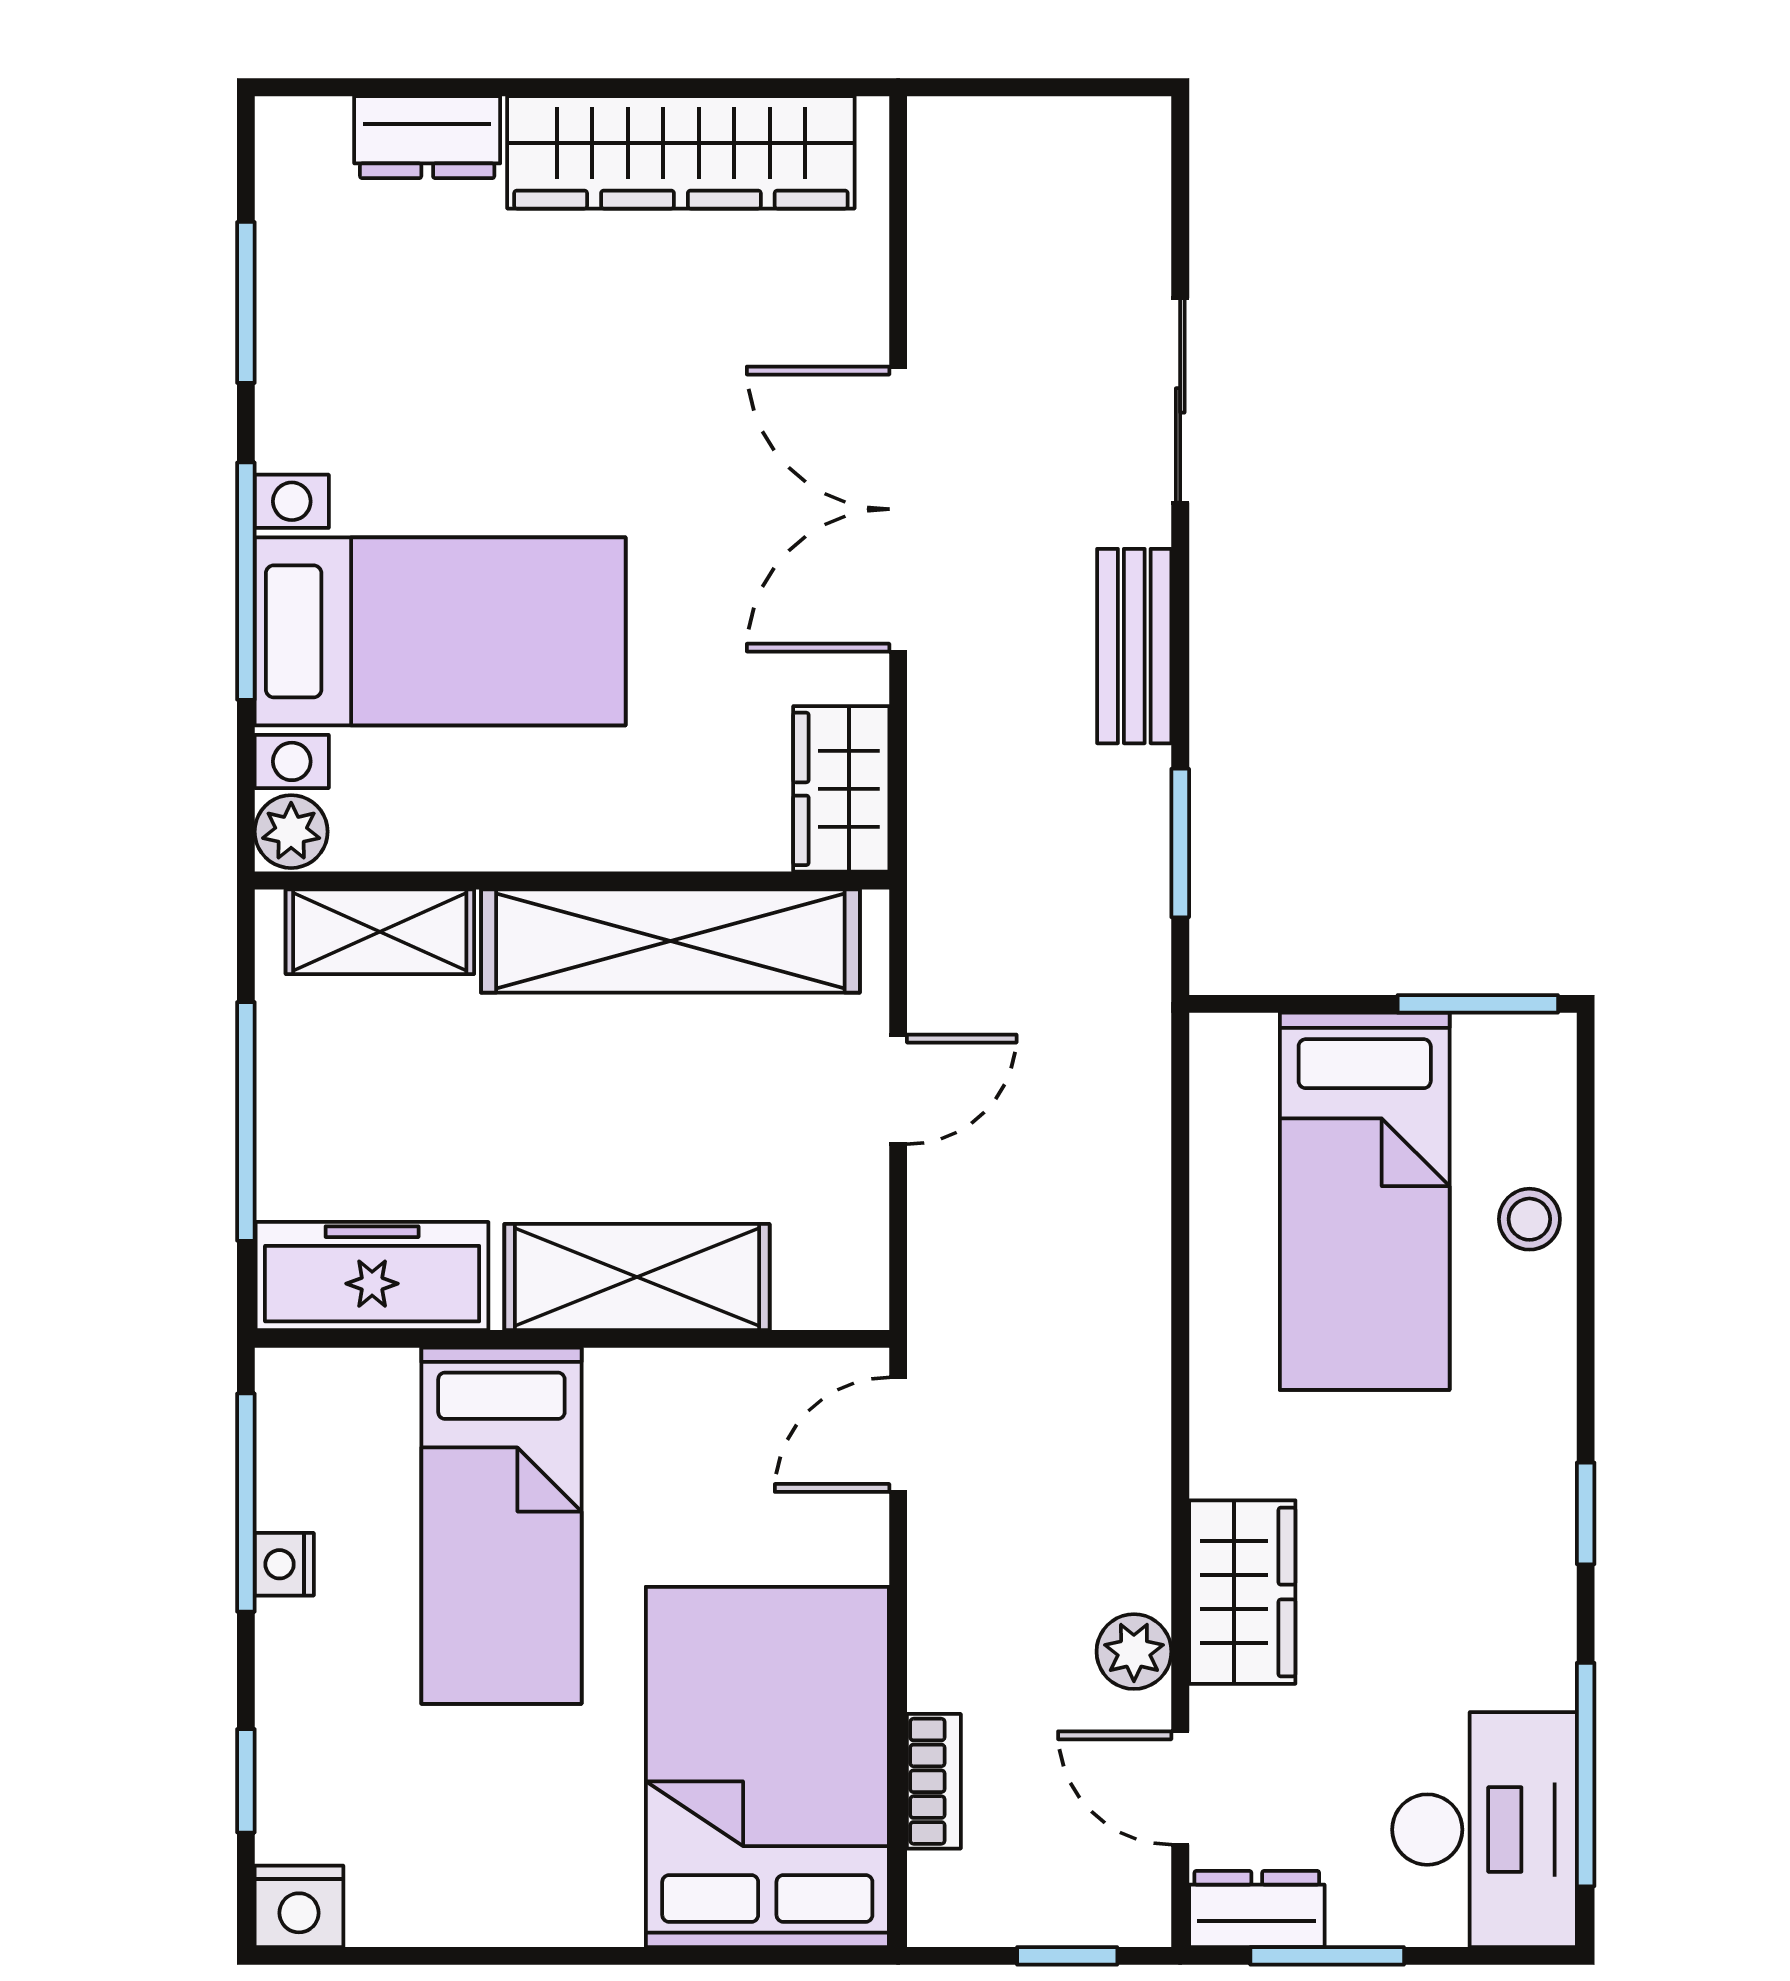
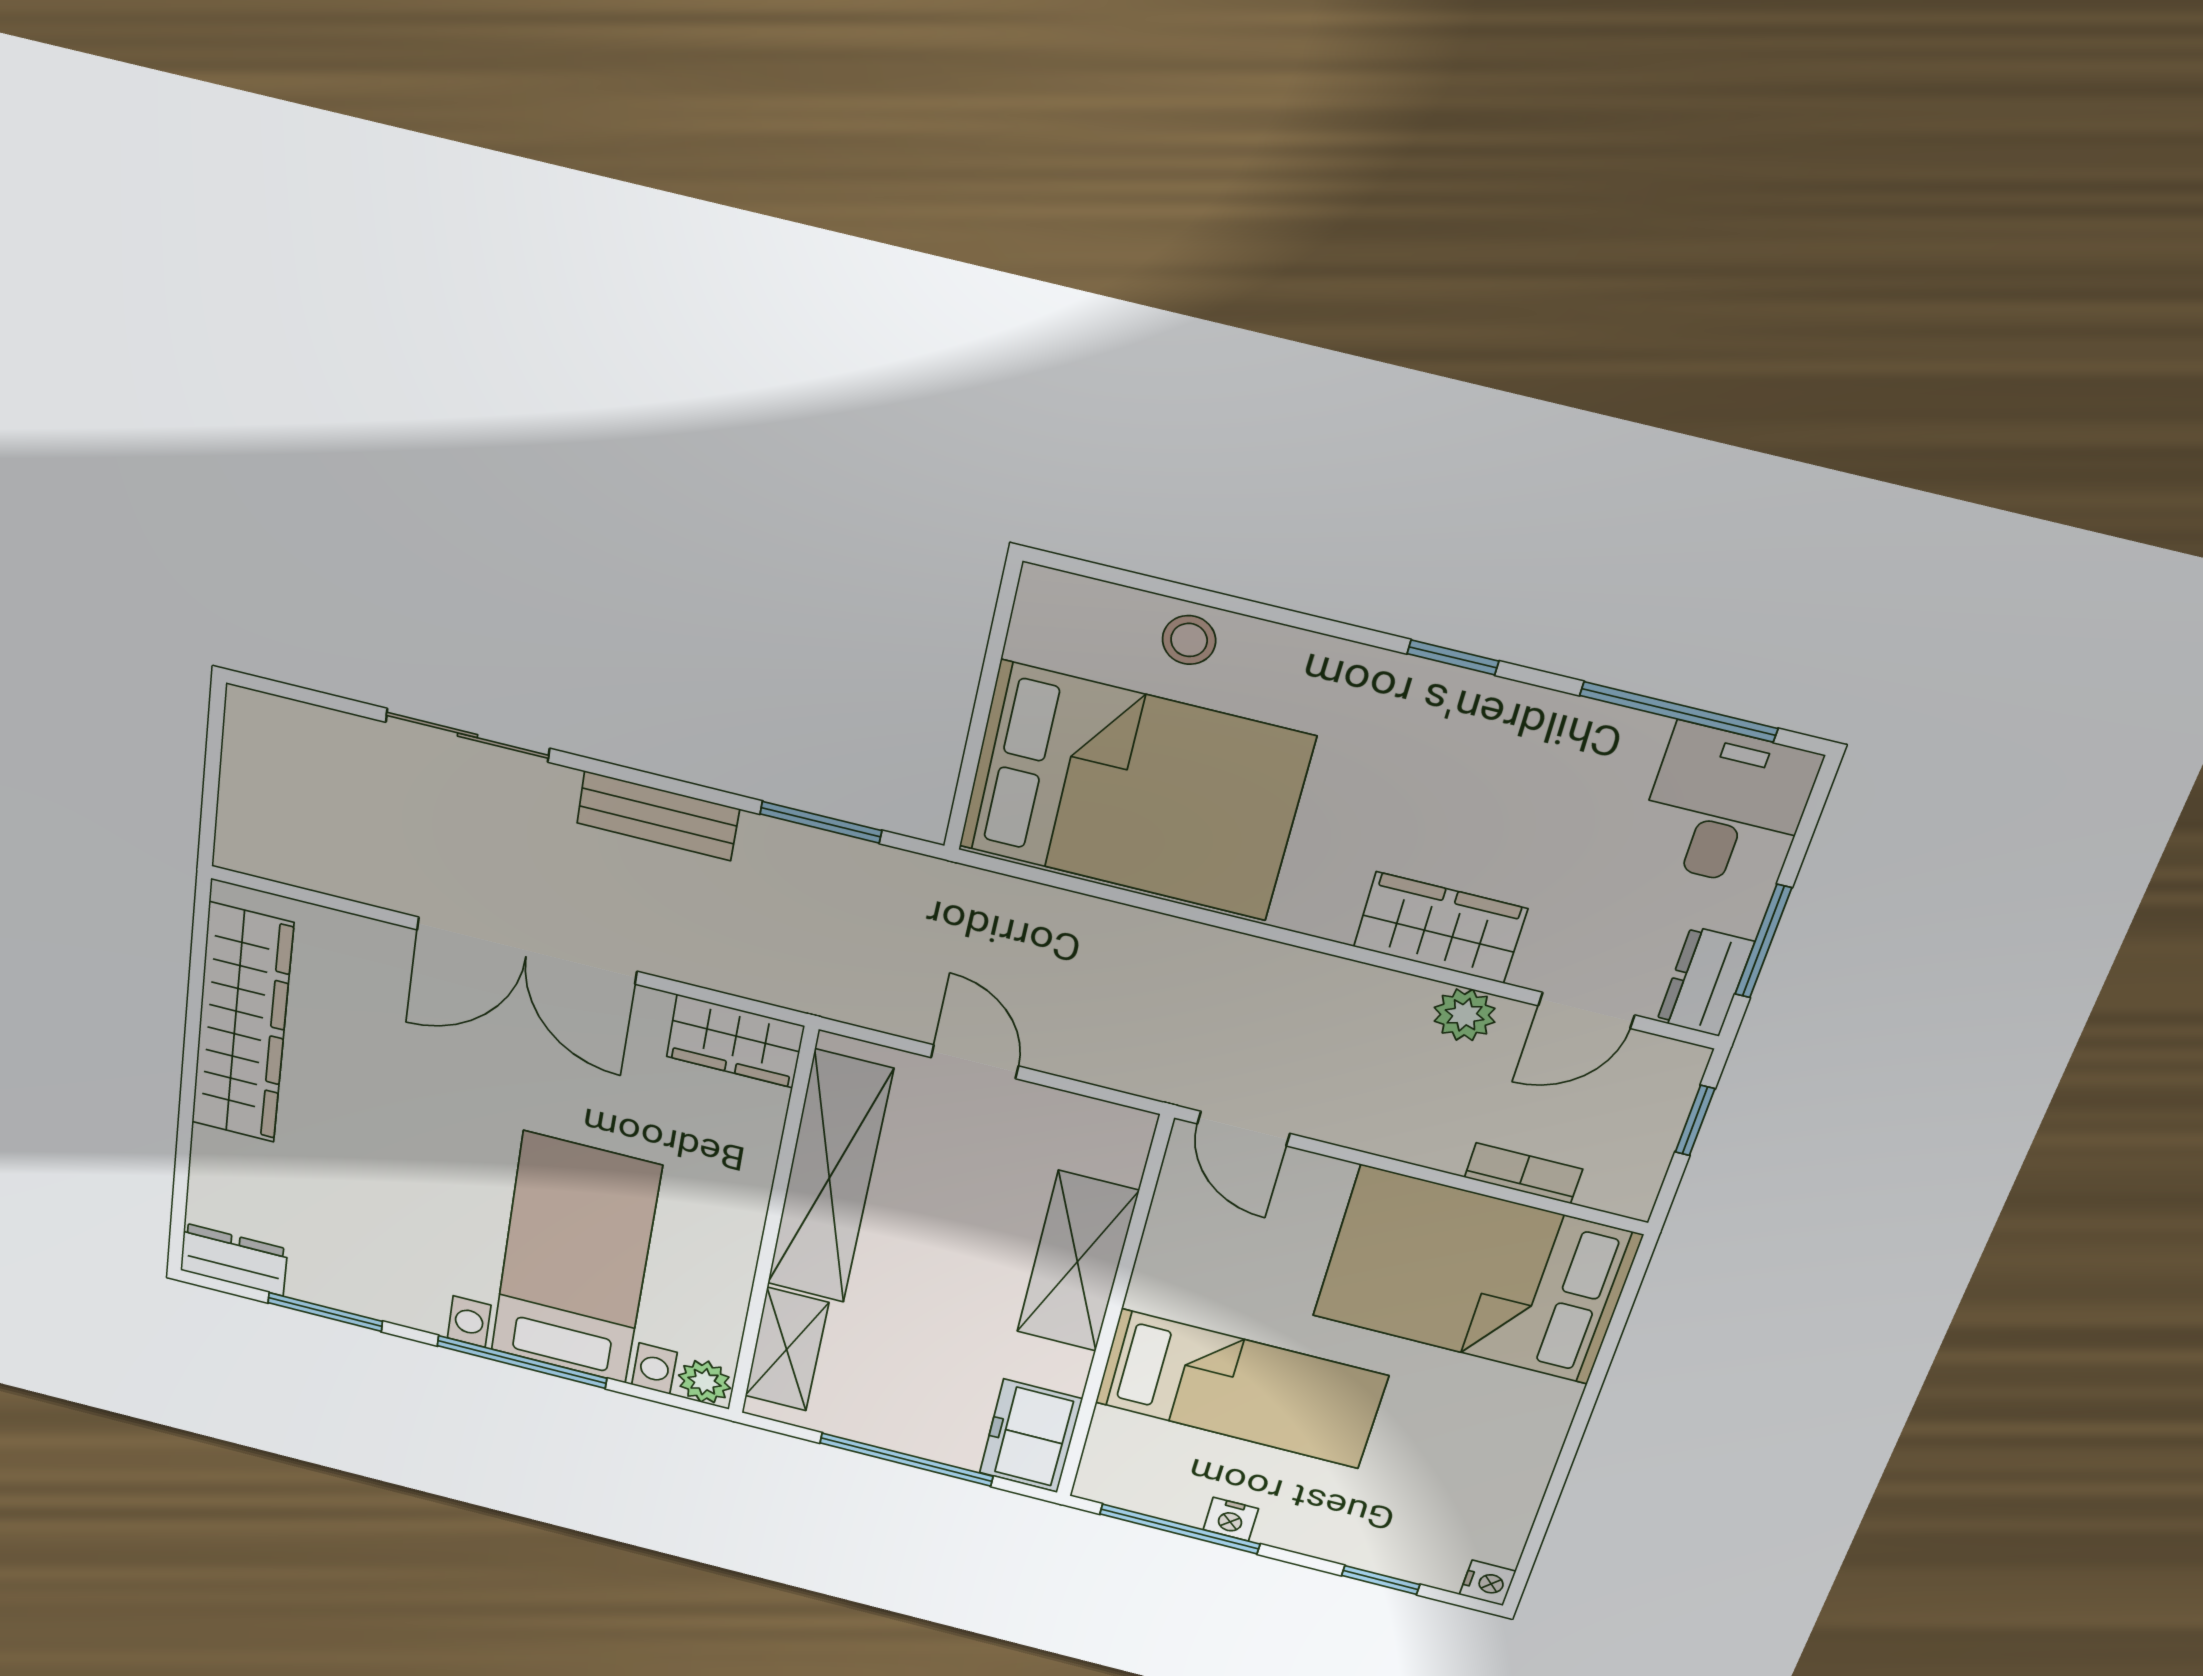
dresser: (427, 137) -> (234, 1260), moved, turned -90
window: (1478, 1004) -> (998, 636), removed
bed: (1365, 1201) -> (1135, 792), width x1.50
freezer: (372, 1276) -> (1031, 1436), width x0.71
desk: (1484, 1830) -> (1726, 807), width x0.73
nightstand: (299, 1906) -> (1488, 1583), width x0.72, depth x0.74

